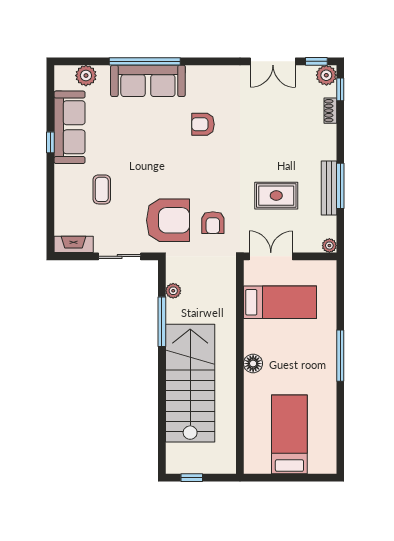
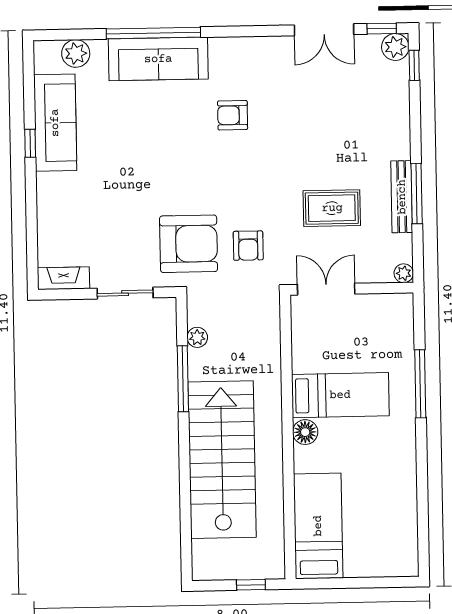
shoe rack: (330, 111) -> (402, 94), removed
coffee table: (102, 189) -> (100, 204), removed
bed: (280, 302) -> (340, 395), moved
window: (340, 356) -> (420, 384), moved
bed: (289, 434) -> (318, 526), moved
window: (192, 478) -> (251, 585), moved

